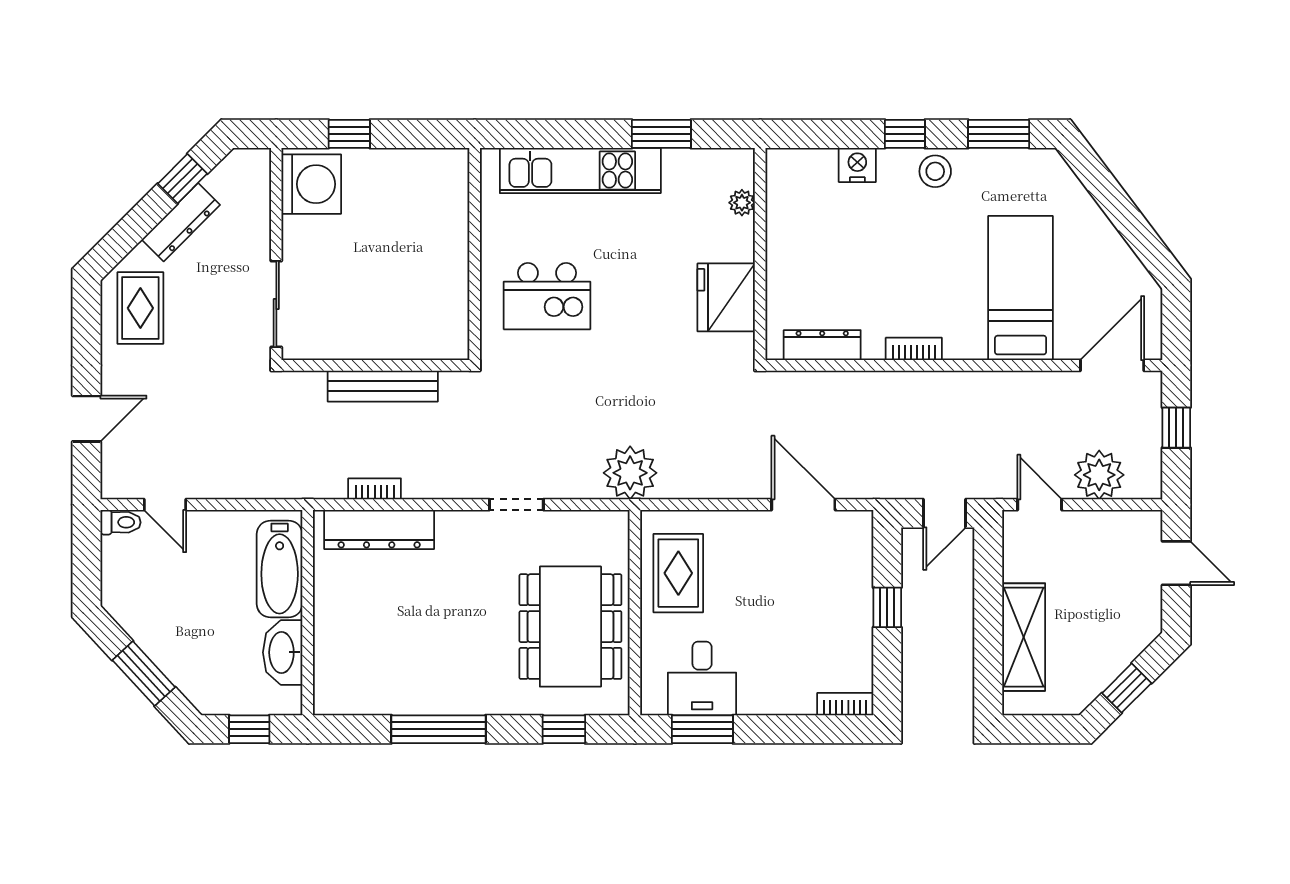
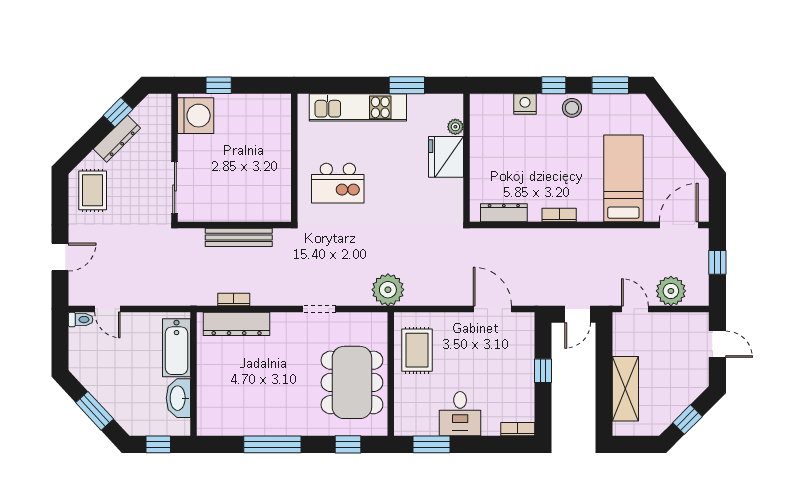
fridge: (726, 297) -> (446, 157), moved
desk: (702, 678) -> (460, 414), moved

